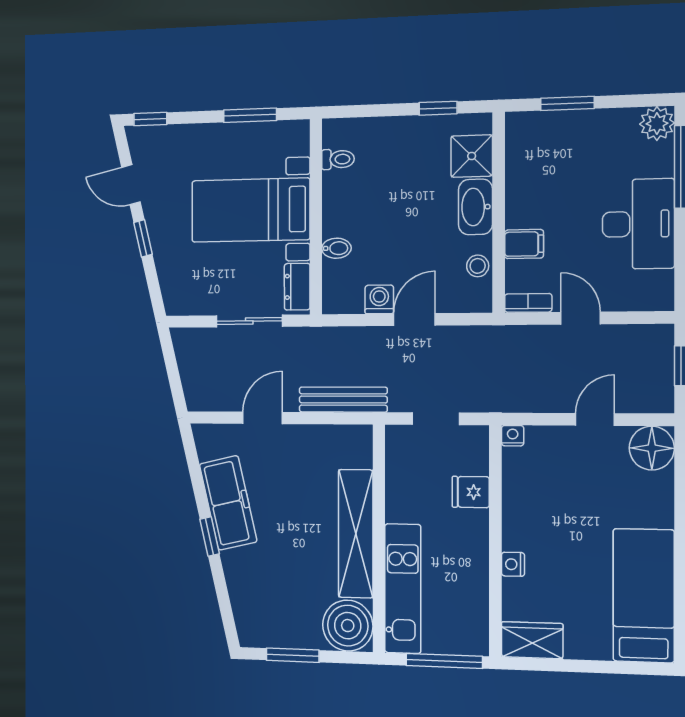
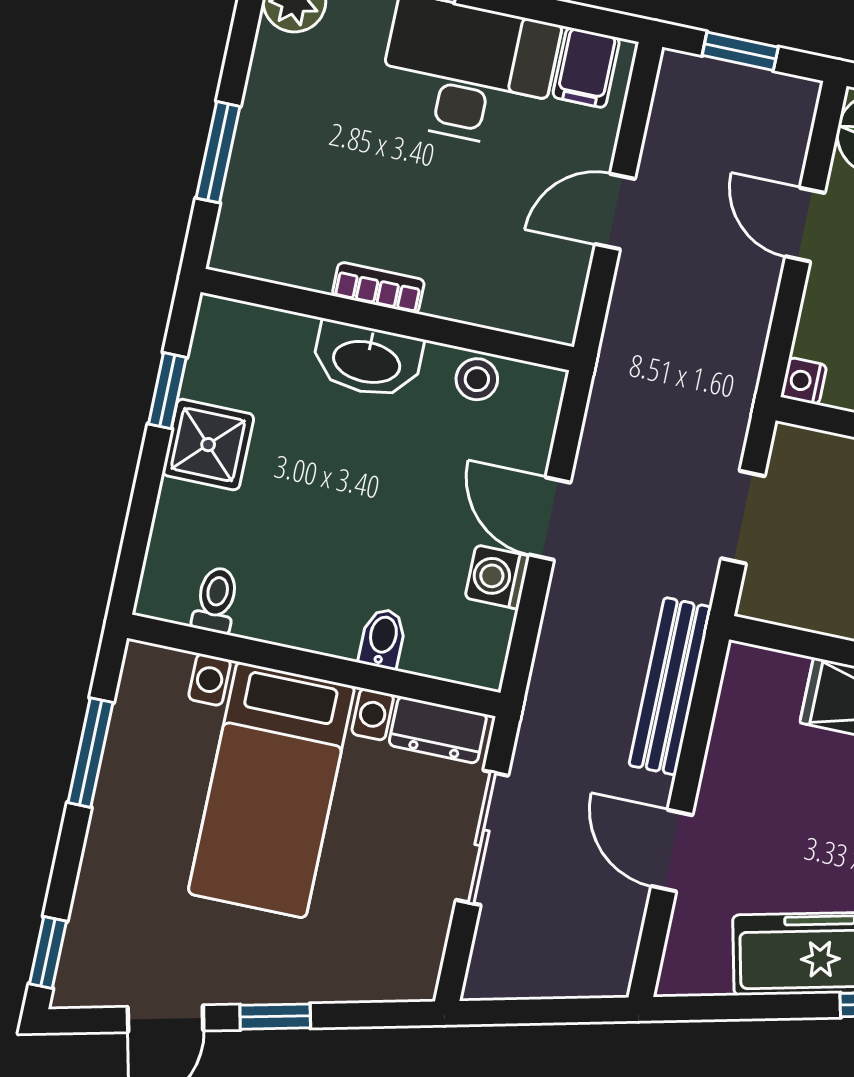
shower: (472, 156) -> (208, 445), moved
filing cabinet: (524, 244) -> (586, 68), moved, turned 180
bookcase: (528, 303) -> (378, 288), moved, turned 90

